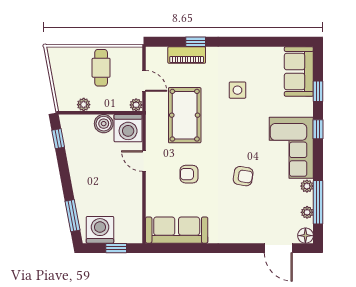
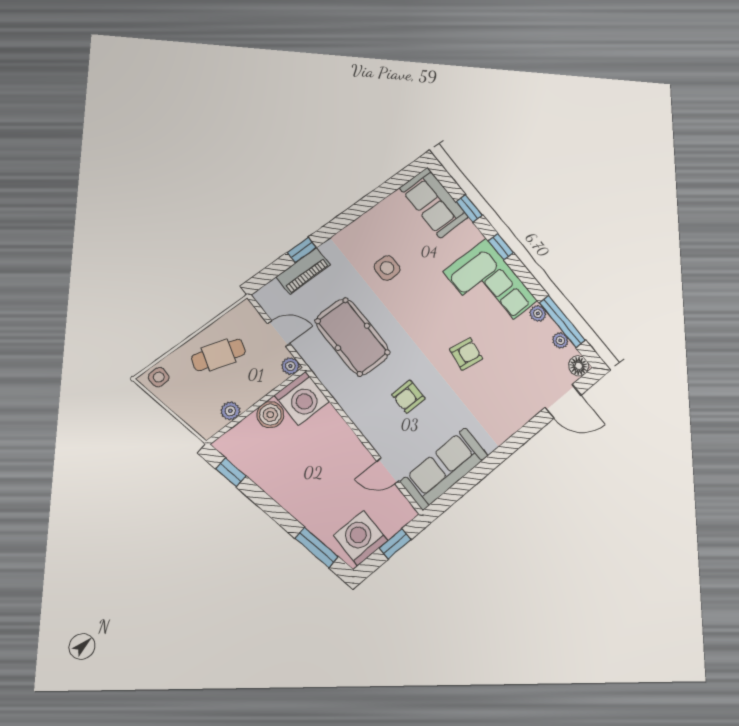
side table: (59, 56) -> (159, 377), added
cafe table: (101, 68) -> (218, 355), turned -73
door: (144, 161) -> (388, 471), moved

